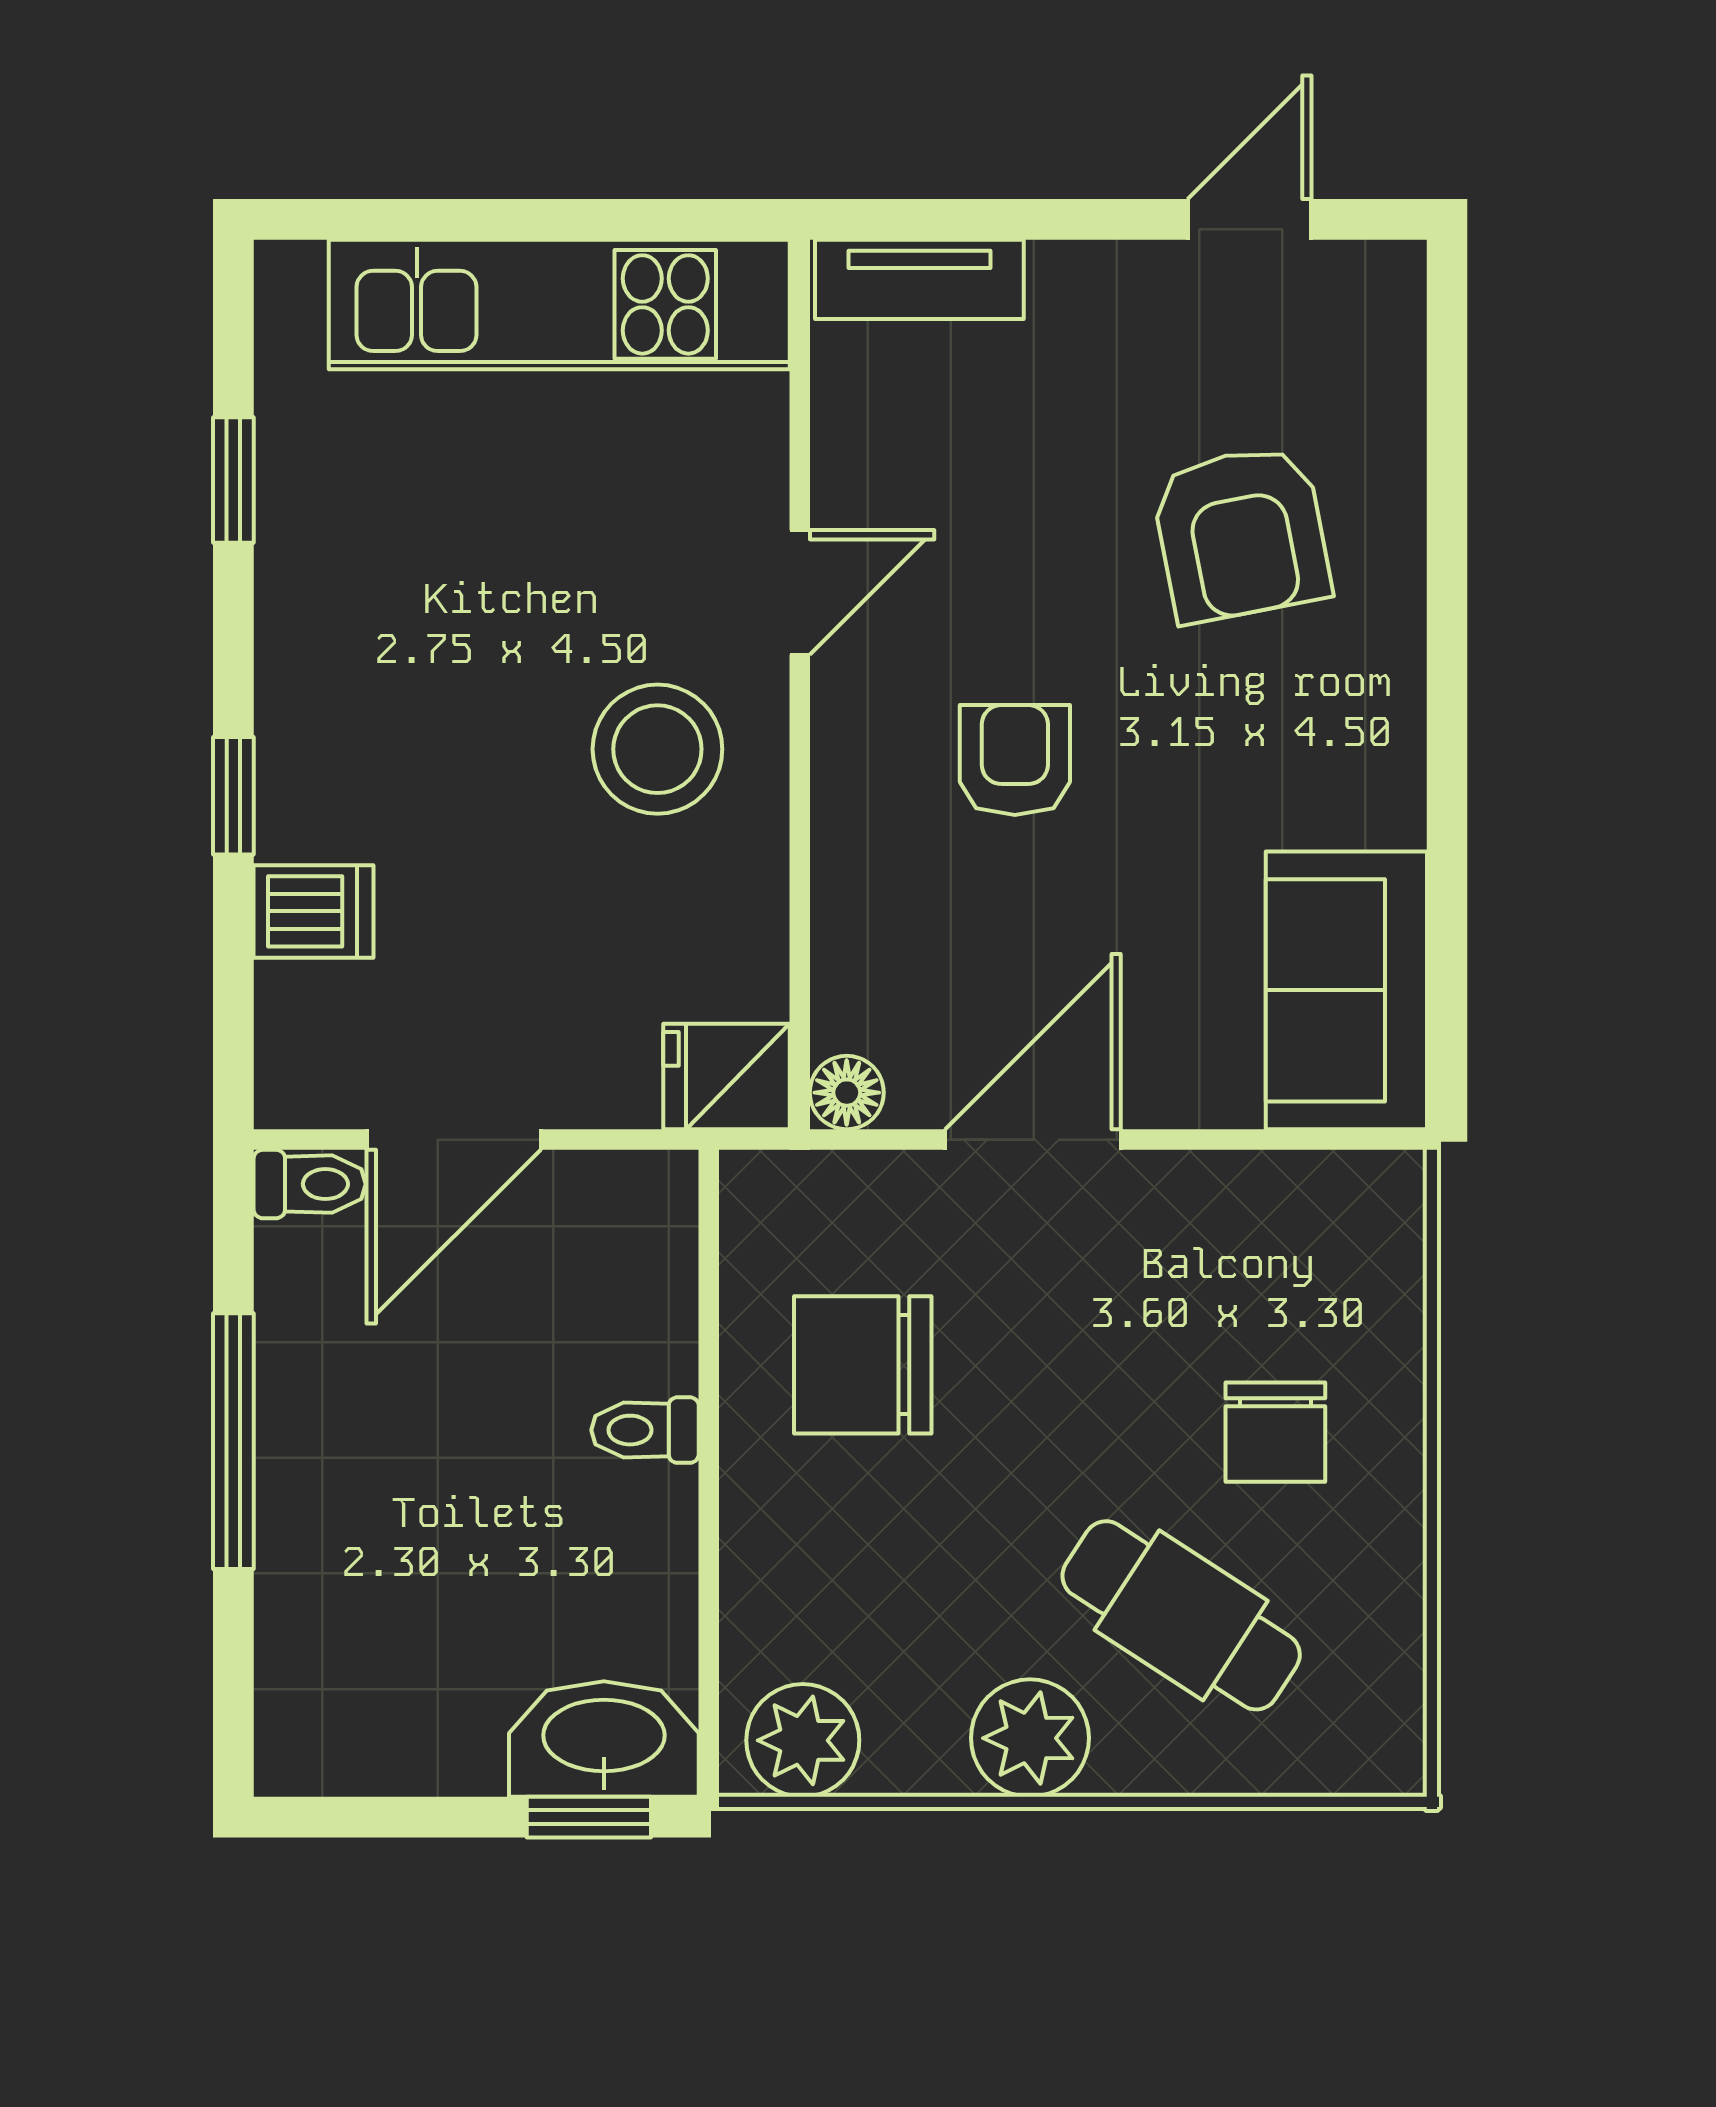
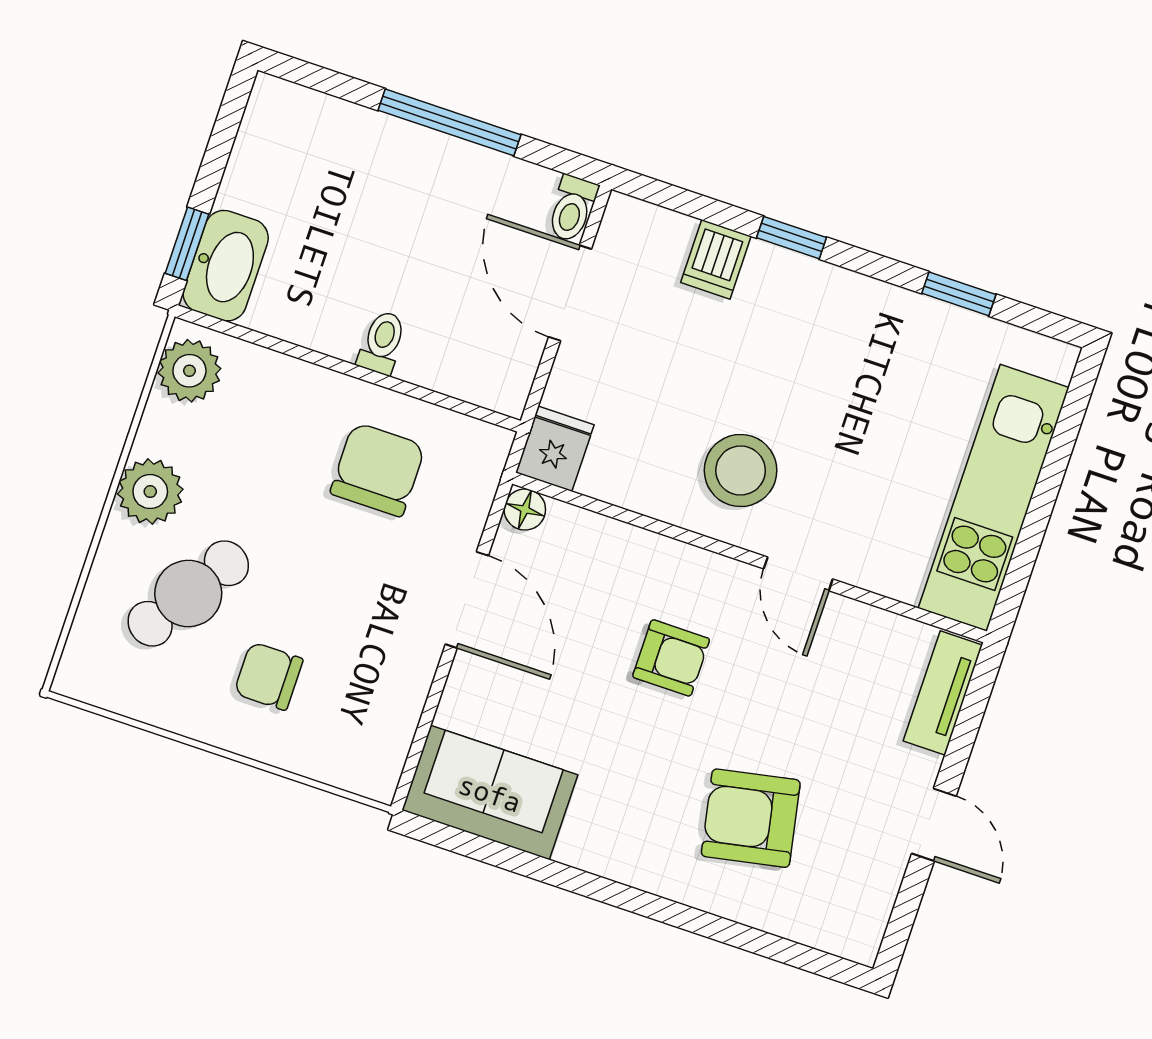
door: (1250, 219) -> (934, 825), moved

